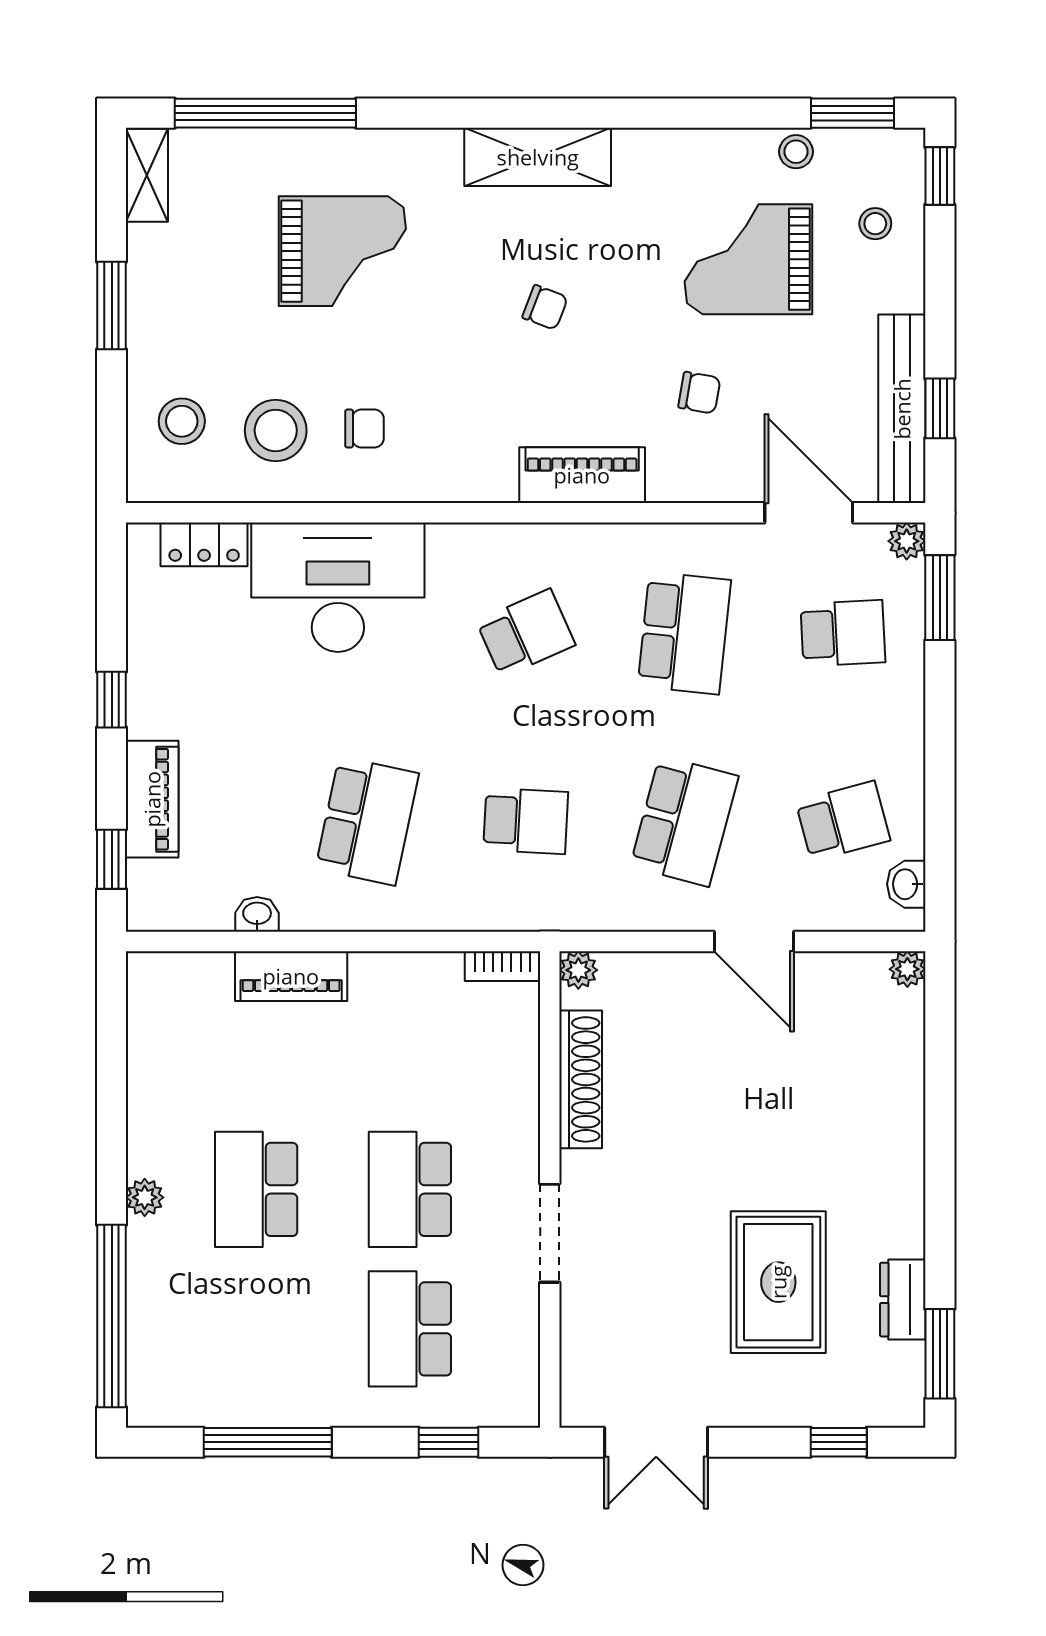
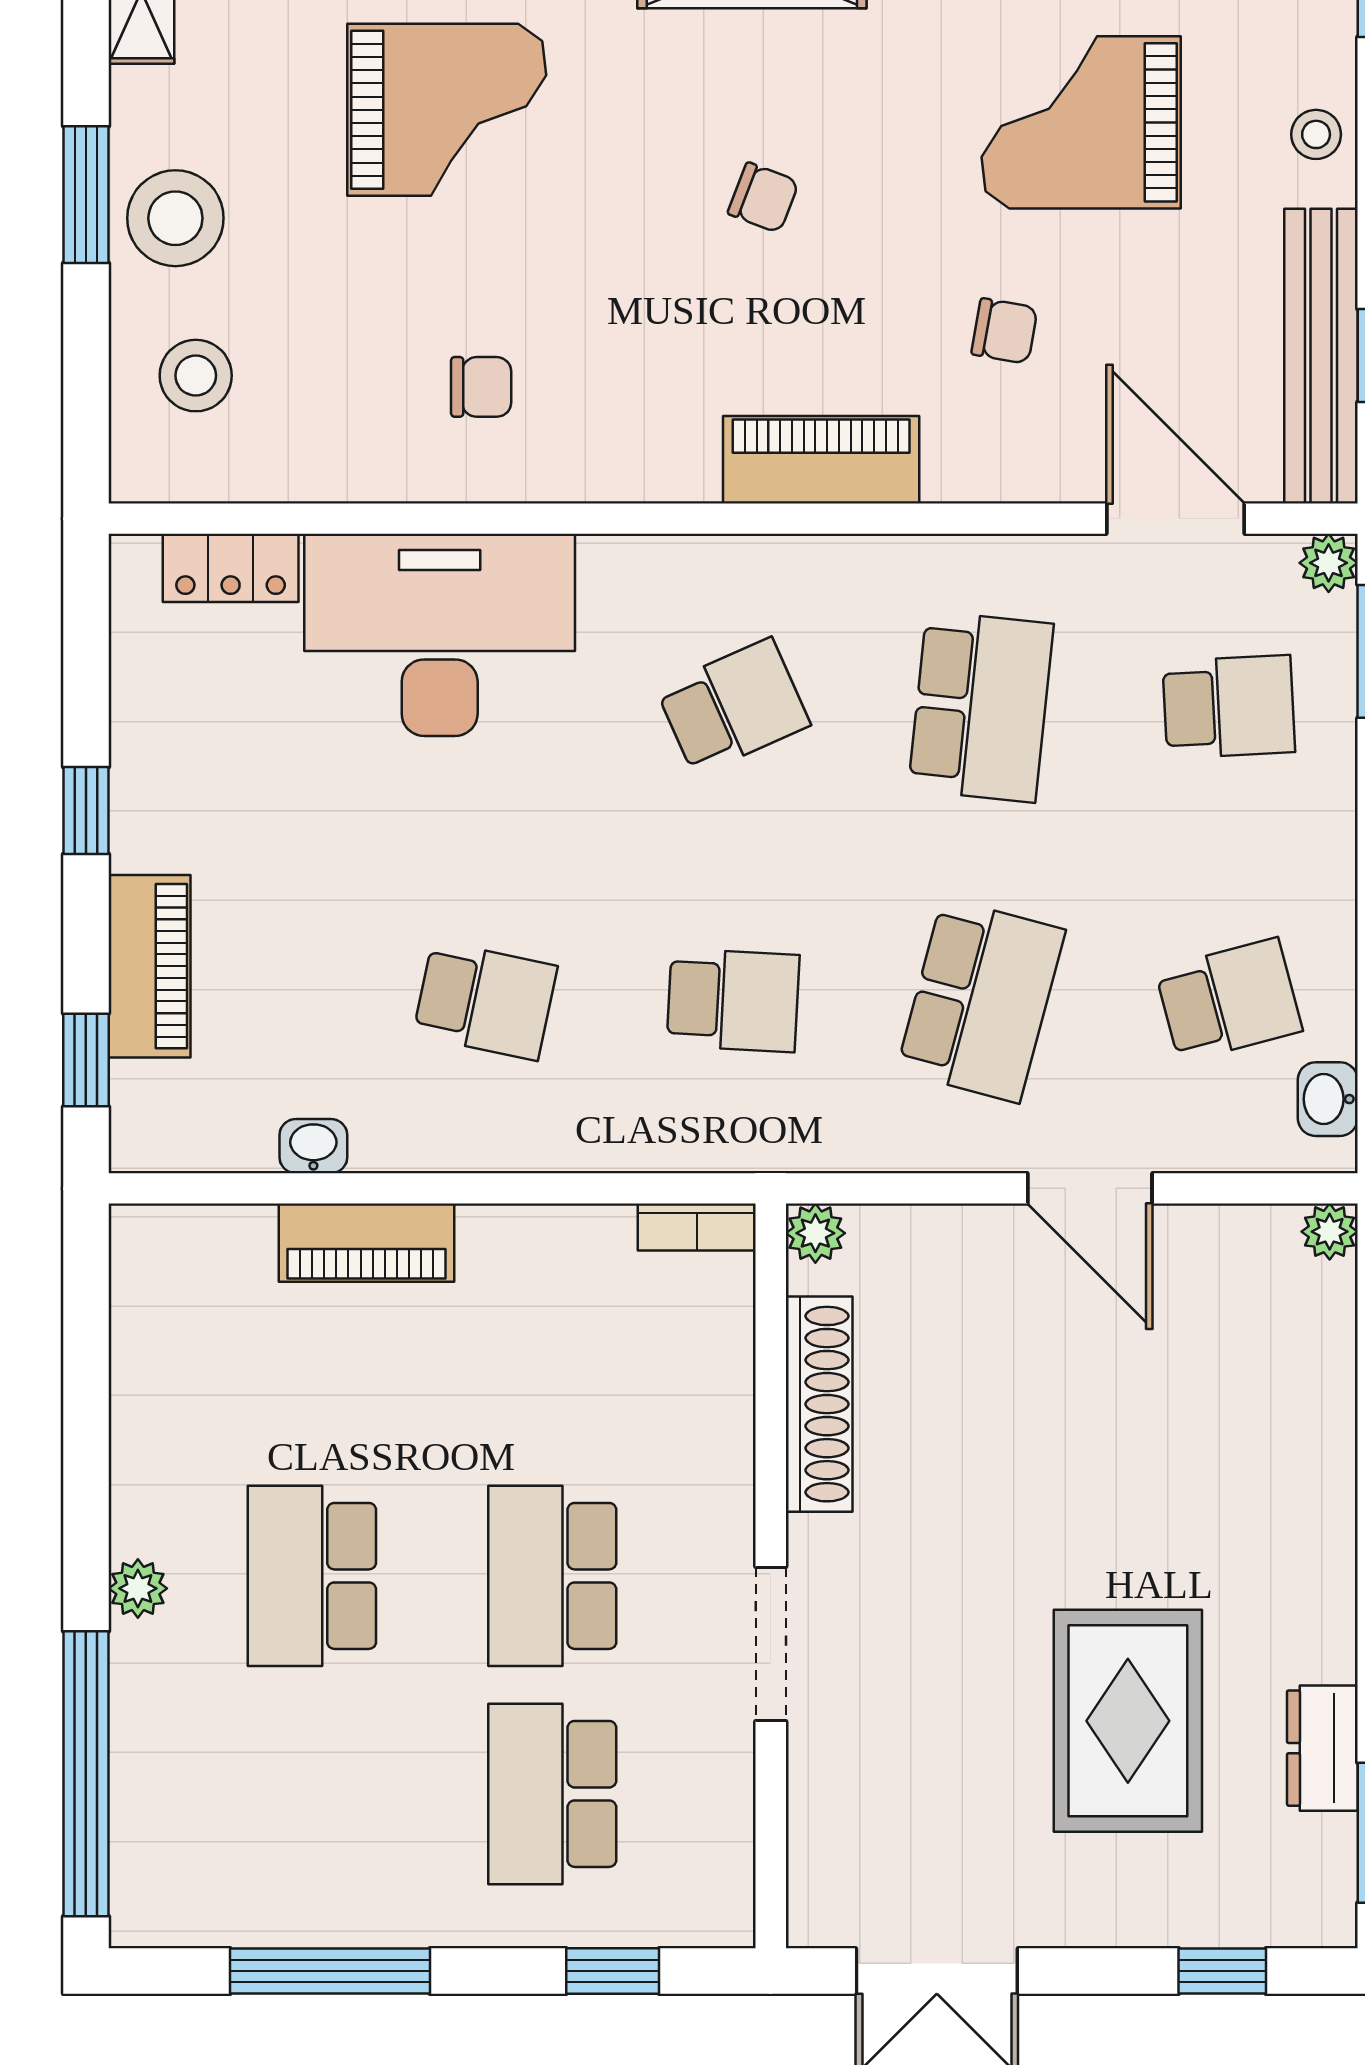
stool: (875, 224) -> (1316, 134), moved
stool: (276, 431) -> (175, 218), moved
school desk: (367, 821) -> (485, 1000), width x0.54

